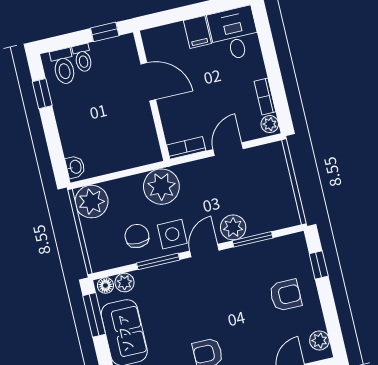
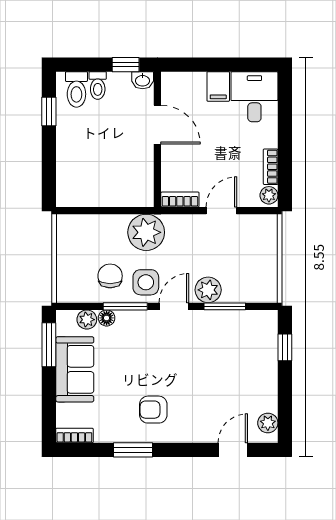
washbasin: (75, 167) -> (143, 80), moved, turned 90
plant: (91, 202) -> (73, 231), removed
floor lamp: (105, 285) -> (107, 318), moved
armchair: (286, 295) -> (245, 370), removed

